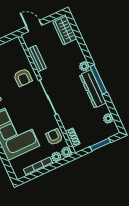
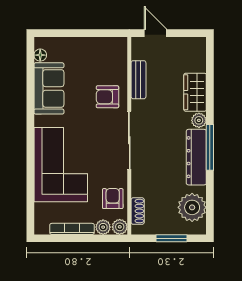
wardrobe: (65, 30) -> (195, 92), moved
armchair: (23, 77) -> (107, 97), turned 90
plant: (108, 118) -> (192, 207), width x1.88, depth x1.88

